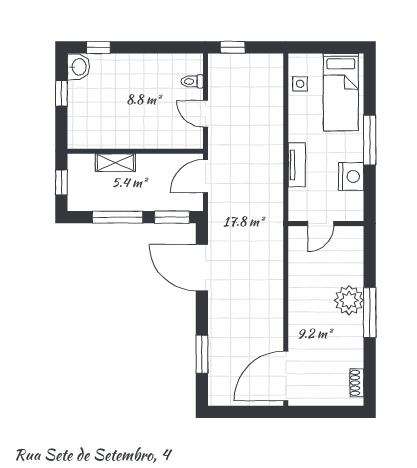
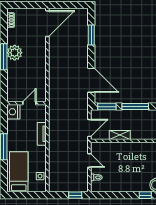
shelving: (115, 163) -> (120, 135), moved
nightstand: (351, 177) -> (13, 112), moved
plant: (349, 300) -> (15, 53), moved

